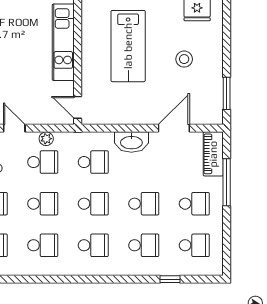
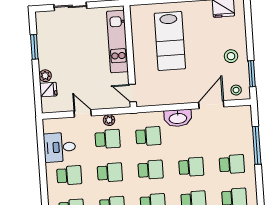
stool: (184, 59) -> (231, 56), moved
stool: (206, 112) -> (236, 90), added
piano: (213, 154) -> (244, 123), removed

